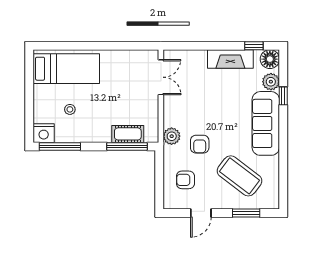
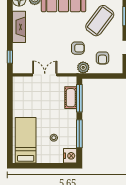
window: (254, 46) -> (10, 57), moved
double door: (161, 77) -> (45, 75), moved
plant: (172, 136) -> (83, 67), moved
window: (60, 146) -> (79, 134), moved

